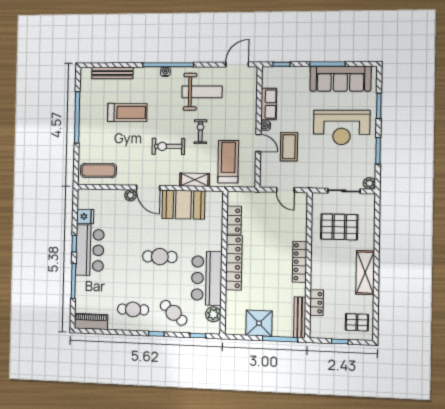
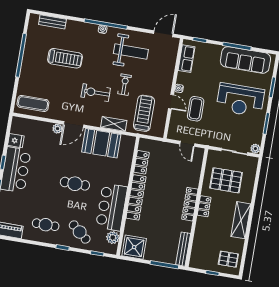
bench: (112, 73) -> (52, 22), width x0.73
row of seats: (269, 104) -> (186, 59), moved
door: (148, 188) -> (74, 125), hinge flipped
locker: (317, 303) -> (204, 206), moved
shower: (259, 323) -> (134, 247), moved

